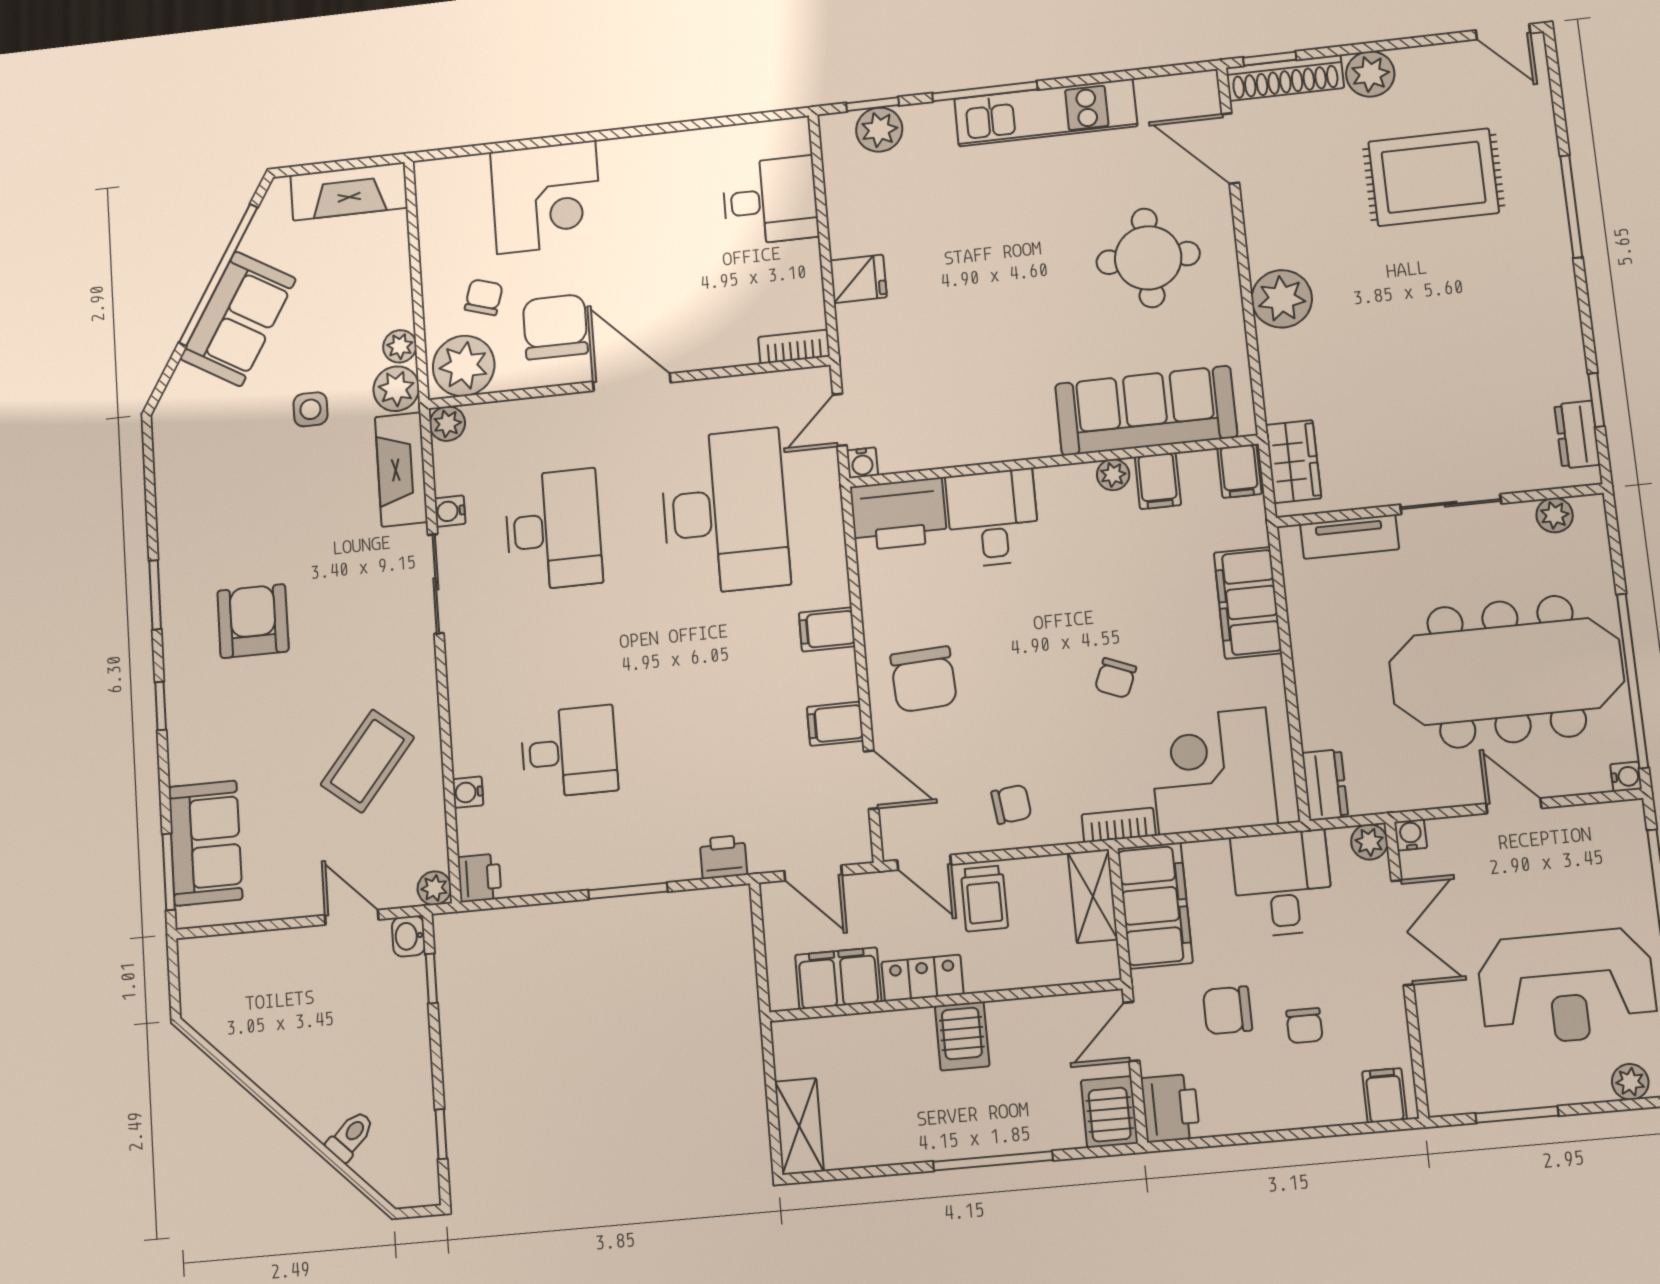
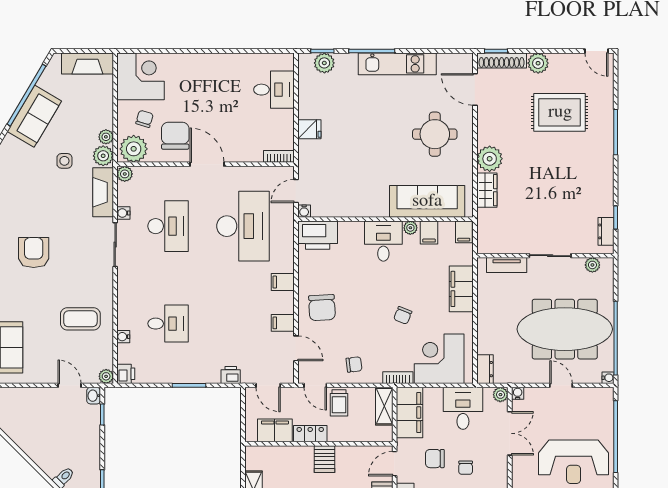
corner desk: (546, 197) -> (140, 76), moved, turned -90
wardrobe: (1293, 462) -> (487, 190), moved
desk: (993, 518) -> (383, 241), moved
coffee table: (367, 761) -> (80, 319), turned 51

